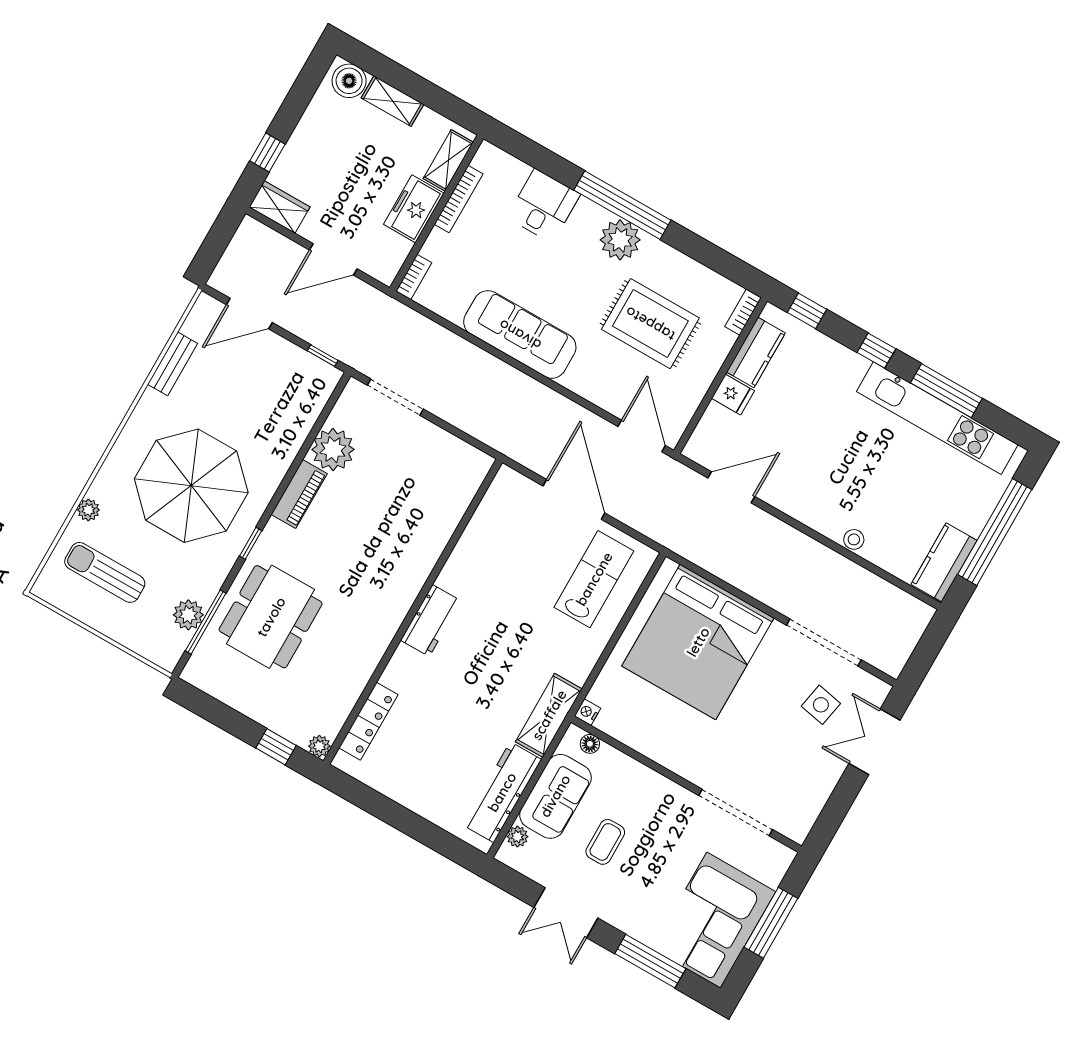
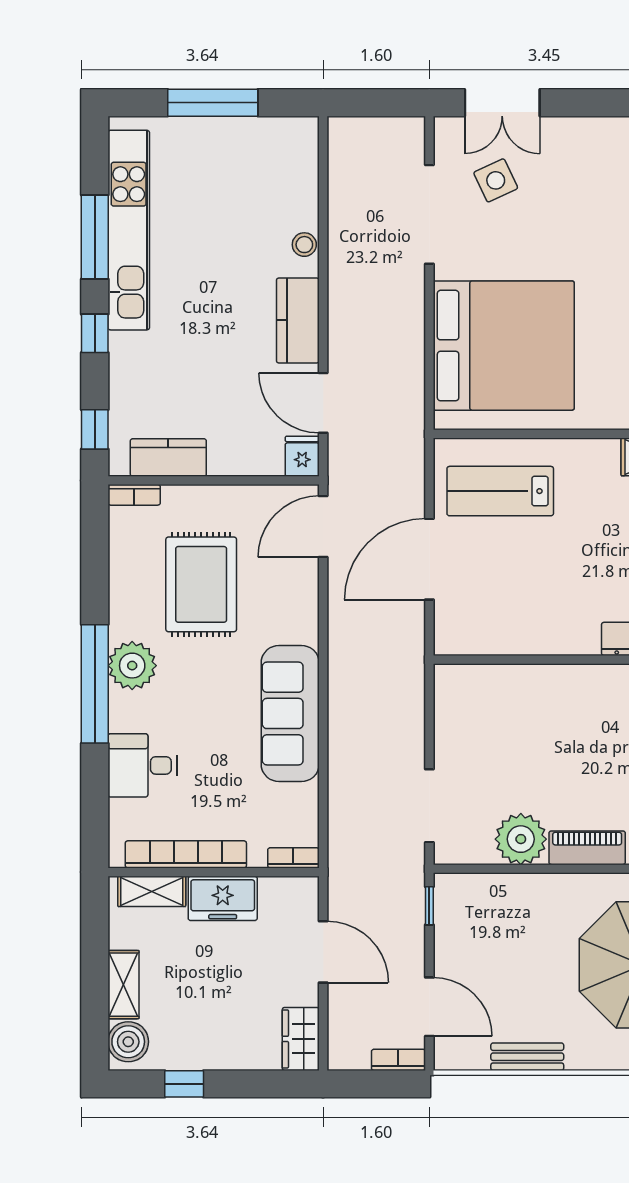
window: (268, 152) -> (184, 1084), moved
bookcase: (459, 199) -> (186, 854), width x1.48, depth x1.31
bookcase: (224, 269) -> (398, 1060), added
fridge: (733, 395) -> (302, 456), moved
window: (995, 532) -> (213, 103), width x0.68
kitchen counter: (944, 562) -> (298, 320), moved, turned 90
side table: (821, 705) -> (496, 180), turned -36

